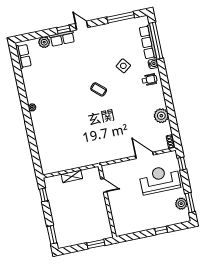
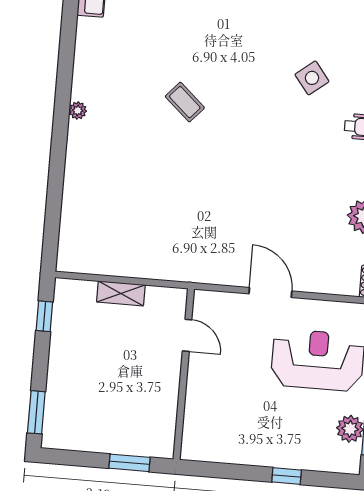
coffee table: (99, 89) -> (185, 102), moved
door: (144, 155) -> (270, 292), moved

